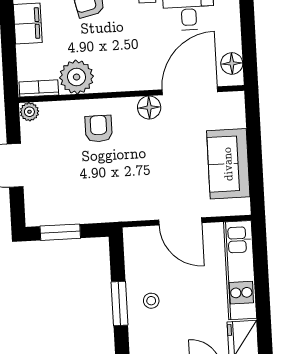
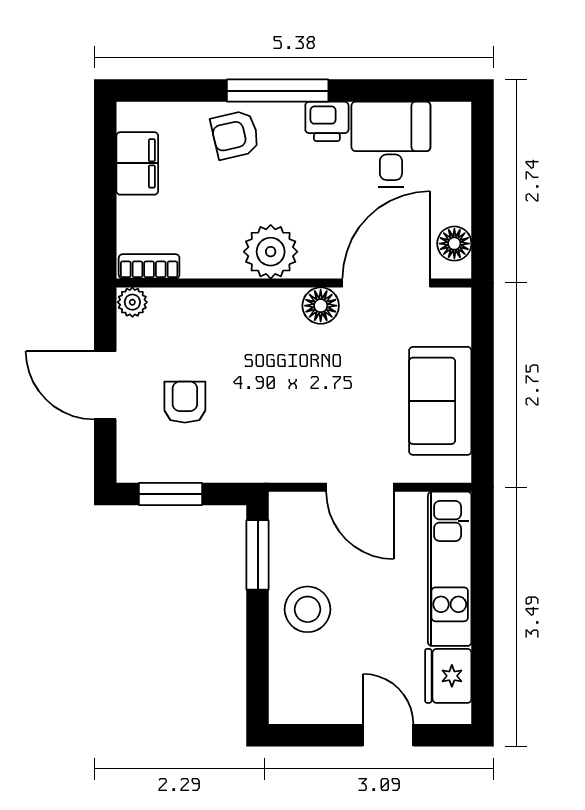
plant: (77, 77) -> (271, 252), moved
armchair: (99, 129) -> (185, 402), moved
stool: (151, 301) -> (308, 609), width x1.89, depth x1.89
window: (120, 304) -> (258, 555), moved

